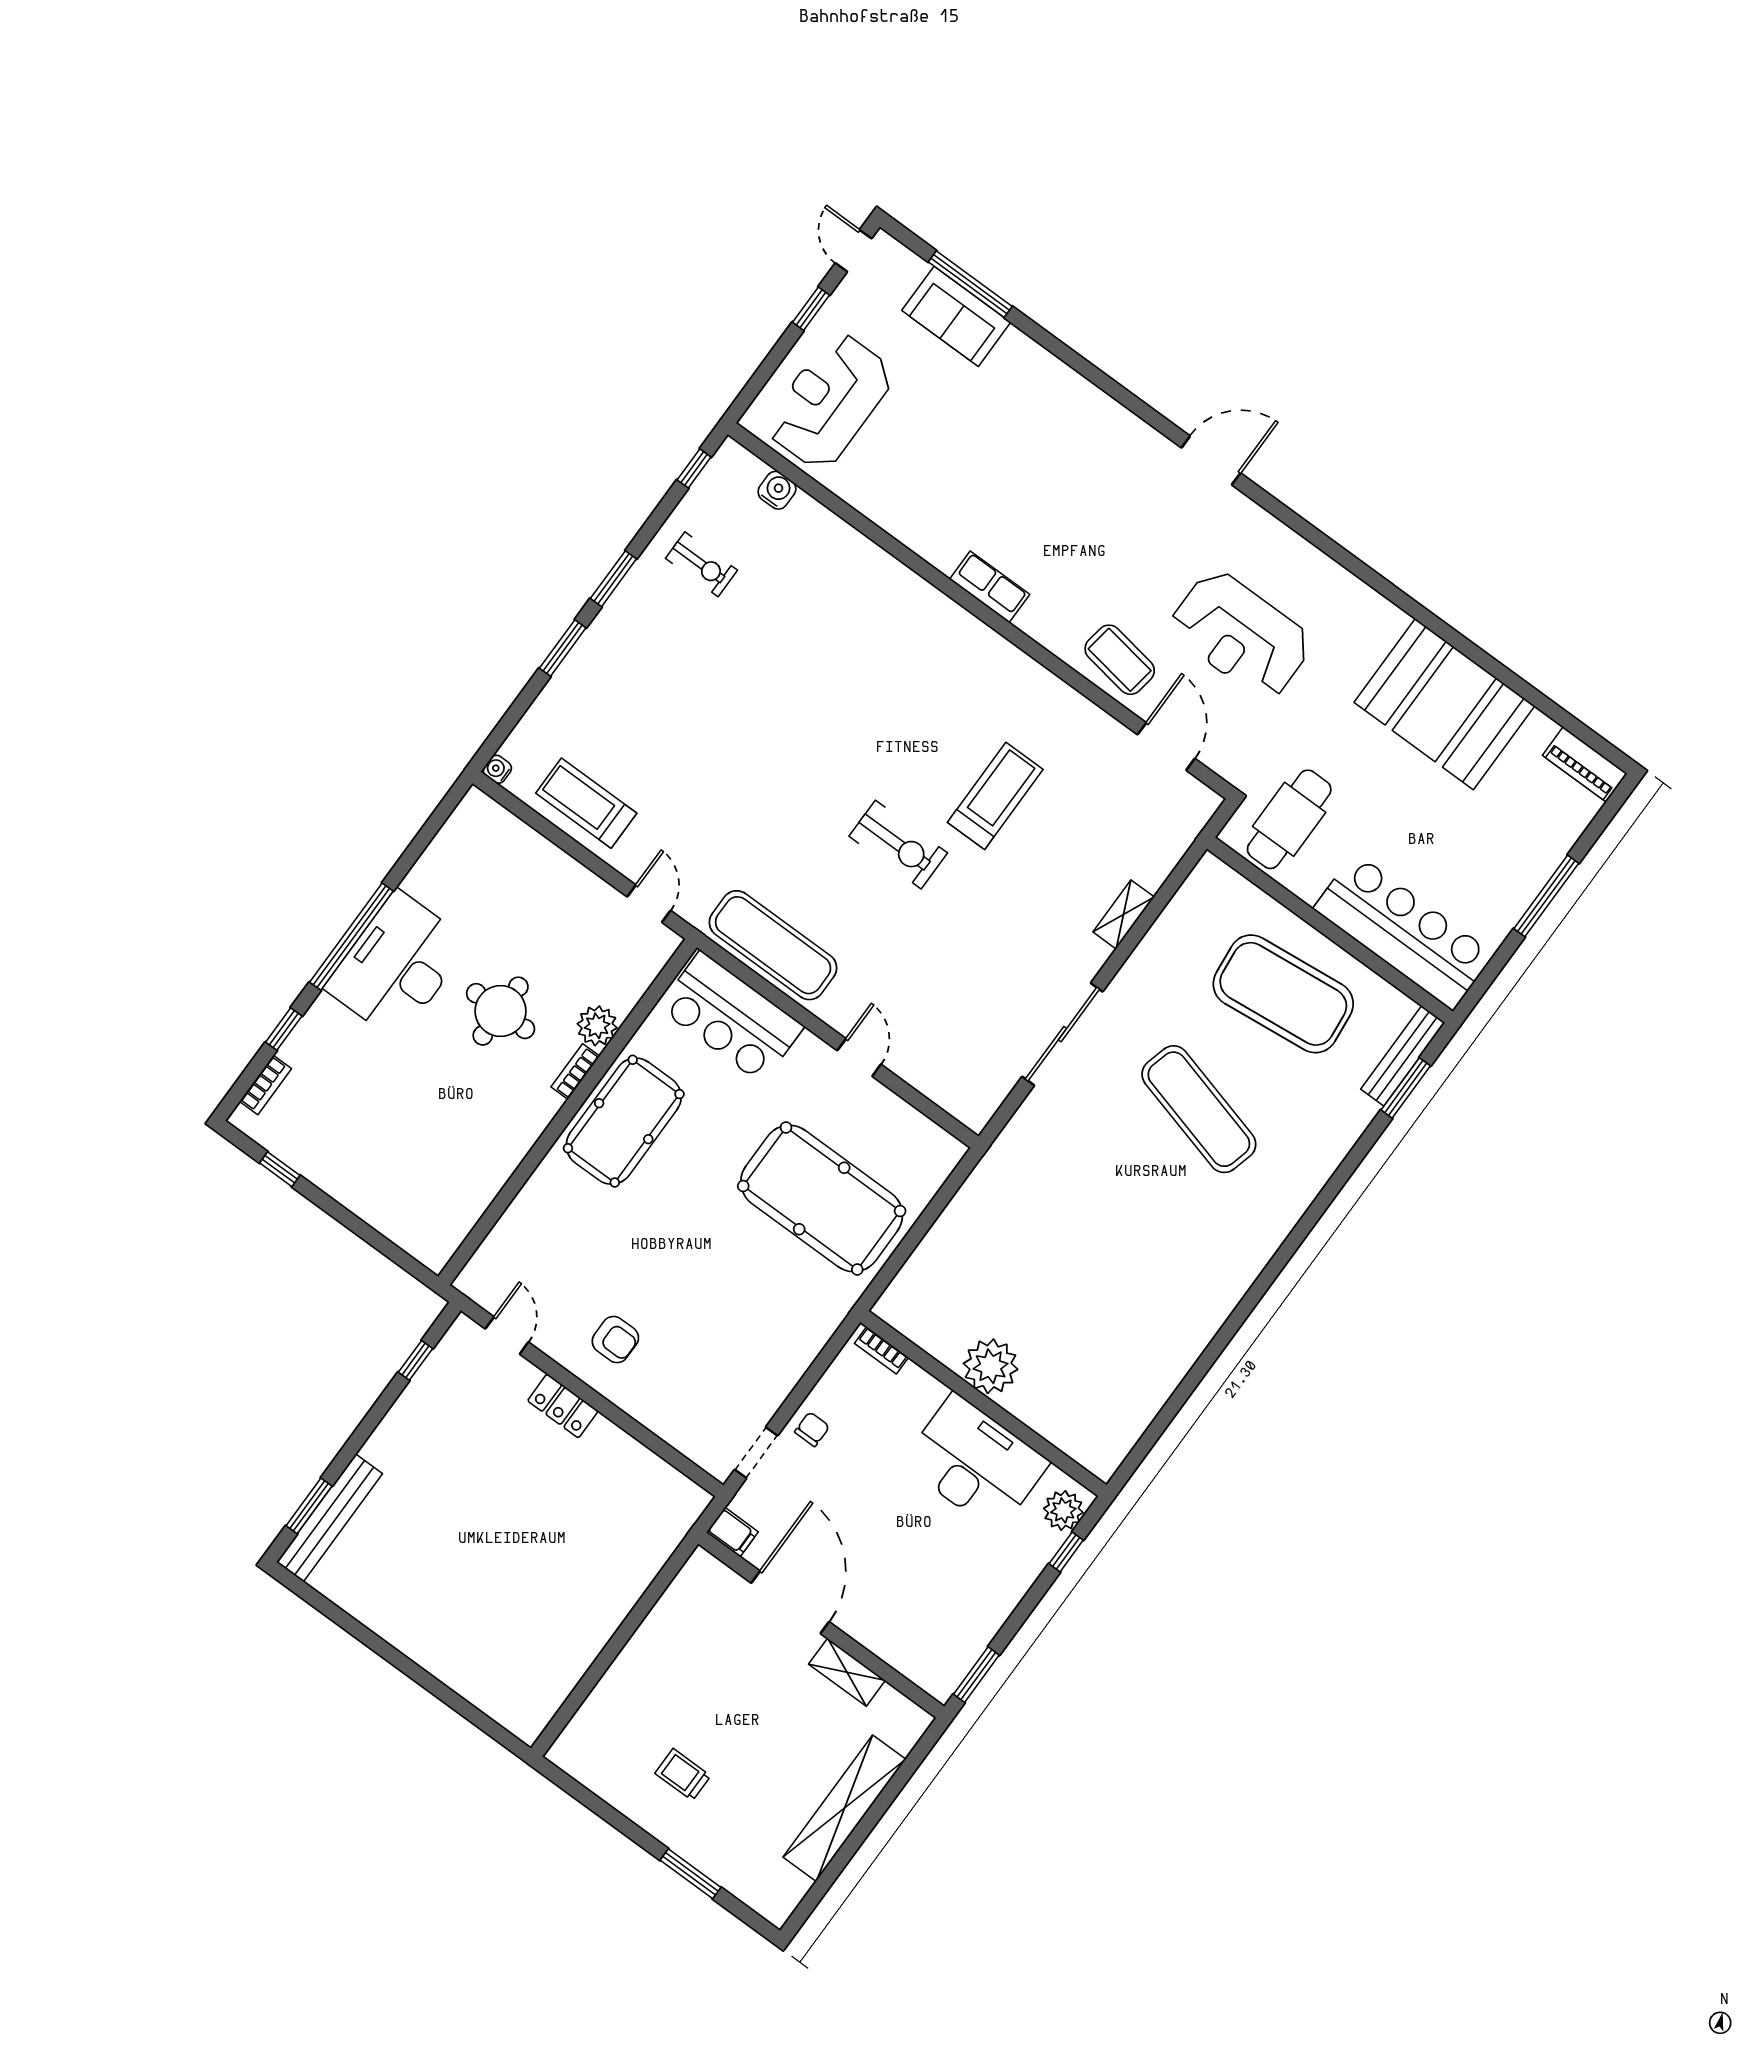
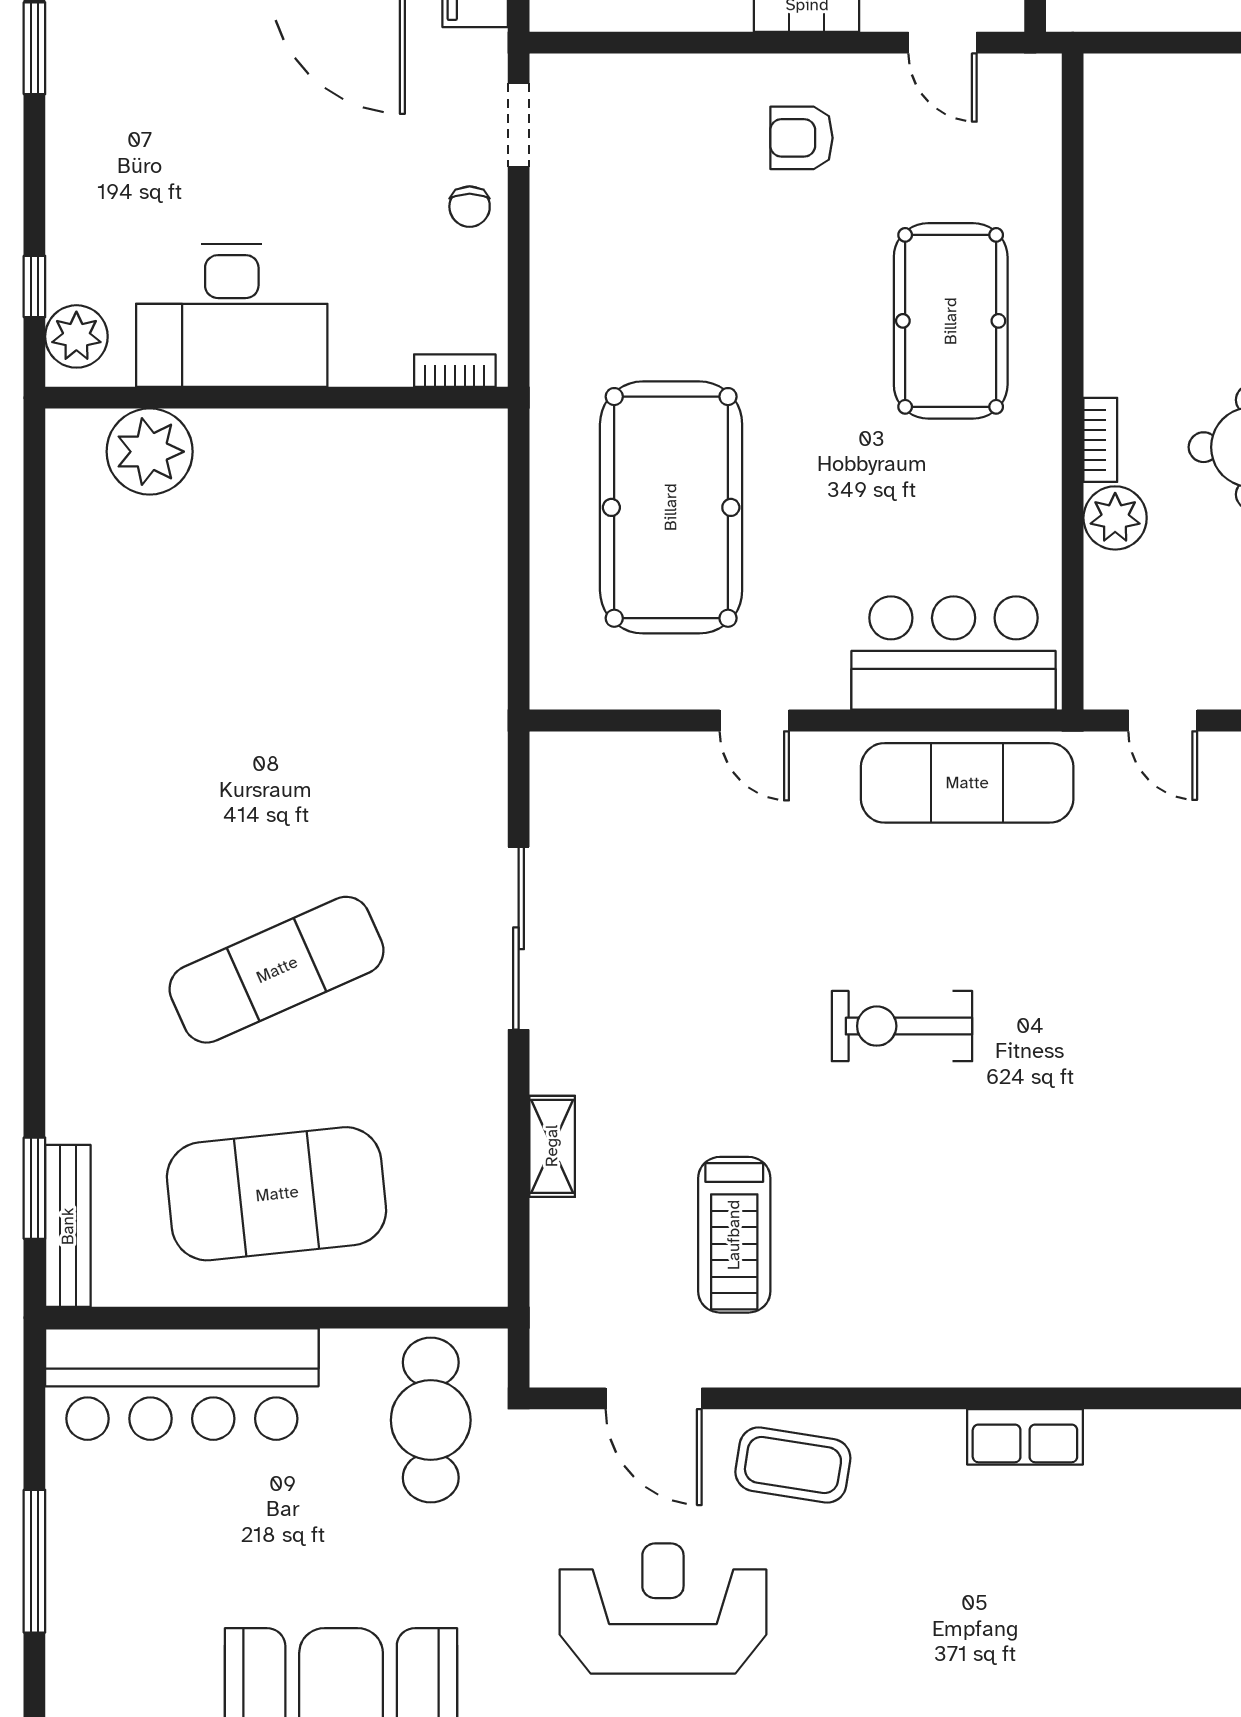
treadmill: (995, 796) -> (734, 1235), moved
exercise mat: (1199, 1109) -> (277, 970), turned -39
pool table: (624, 1121) -> (951, 321), moved
pool table: (822, 1198) -> (671, 507), turned 90
plant: (991, 1366) -> (150, 452), moved

